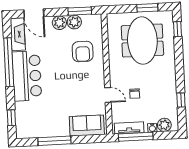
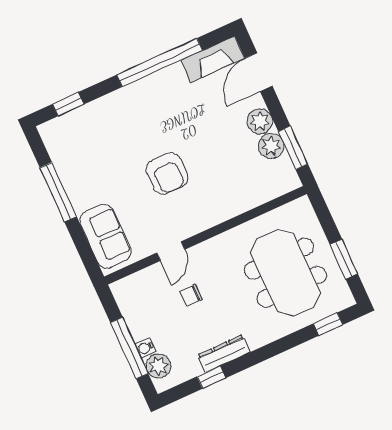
meeting table: (142, 41) -> (285, 273), turned 90
armchair: (83, 52) -> (167, 174), moved, turned -90
bar counter: (27, 76) -> (149, 102), removed
dresser: (171, 89) -> (224, 354), added
tv unit: (129, 128) -> (130, 309), removed
window: (136, 137) -> (129, 348), moved

